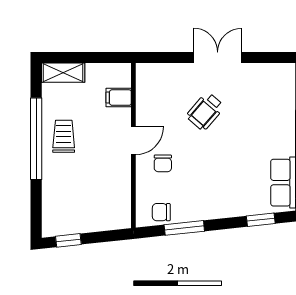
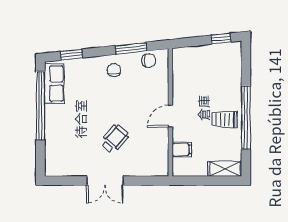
trolley: (64, 136) -> (224, 120), turned 90
chair: (163, 163) -> (114, 70), moved

